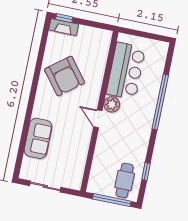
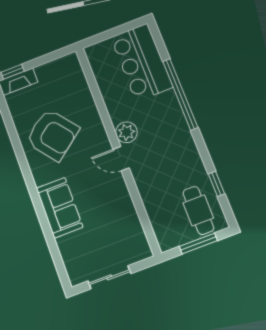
bar counter: (126, 71) -> (142, 62), moved, turned 180
sofa: (38, 138) -> (60, 208), moved
window: (112, 200) -> (198, 244), width x0.69

